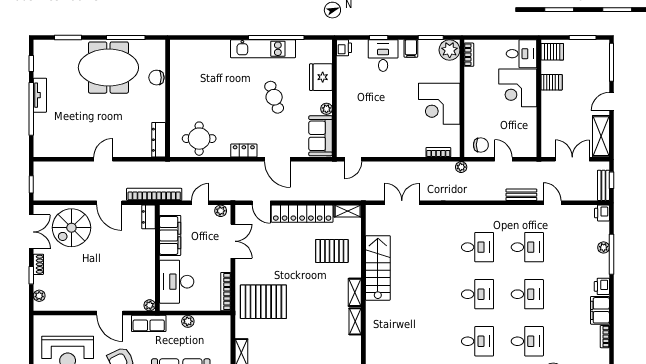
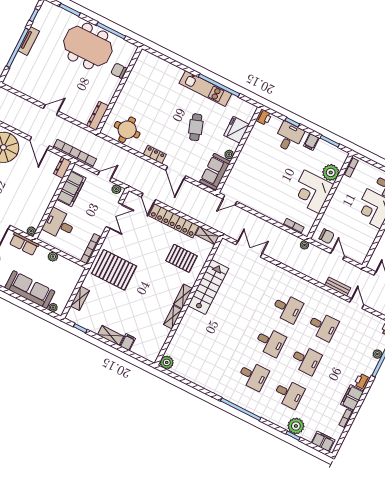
plant: (450, 50) -> (331, 172), moved
desk: (177, 282) -> (59, 224), width x0.73

